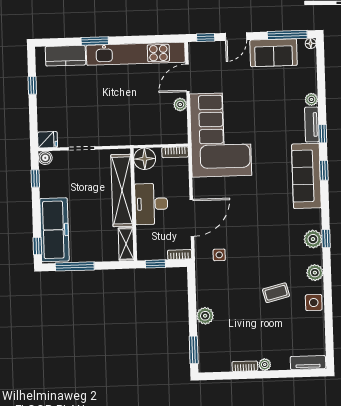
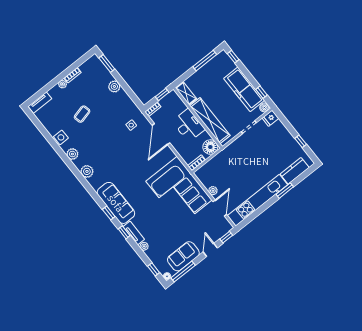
freezer: (54, 230) -> (244, 89), moved
window: (326, 239) -> (154, 269), moved
coffee table: (276, 293) -> (82, 114), moved

